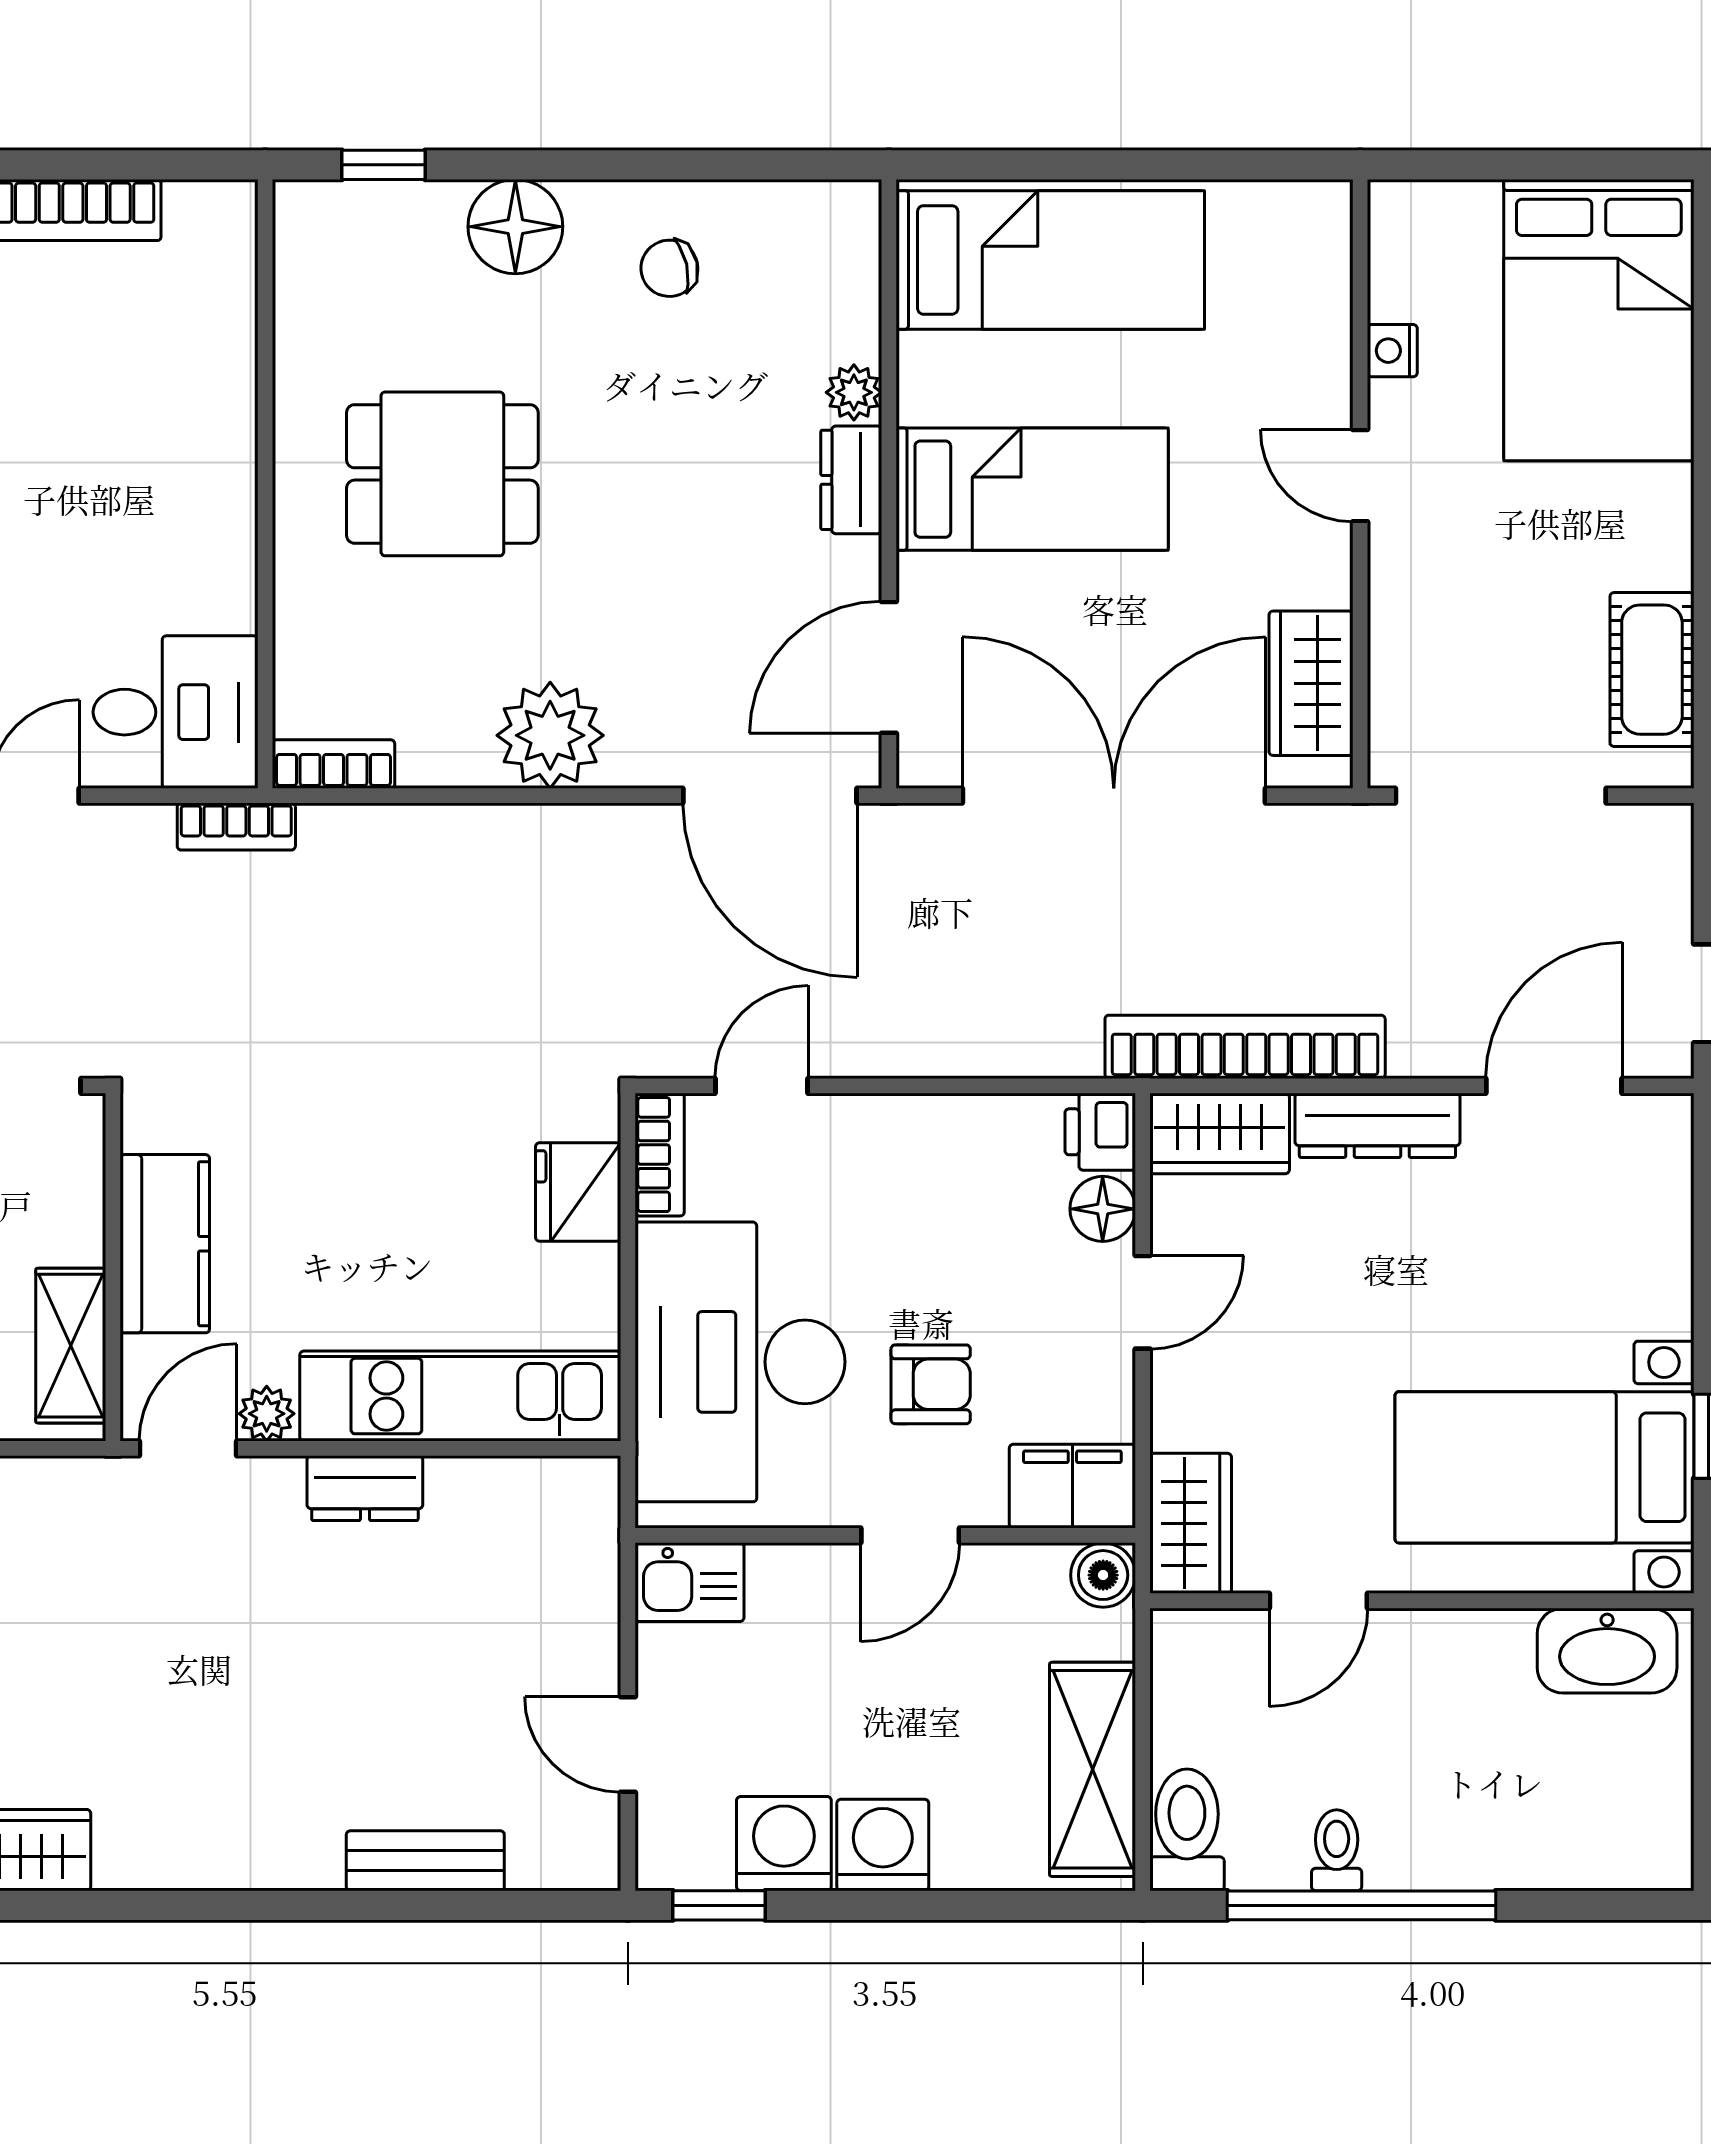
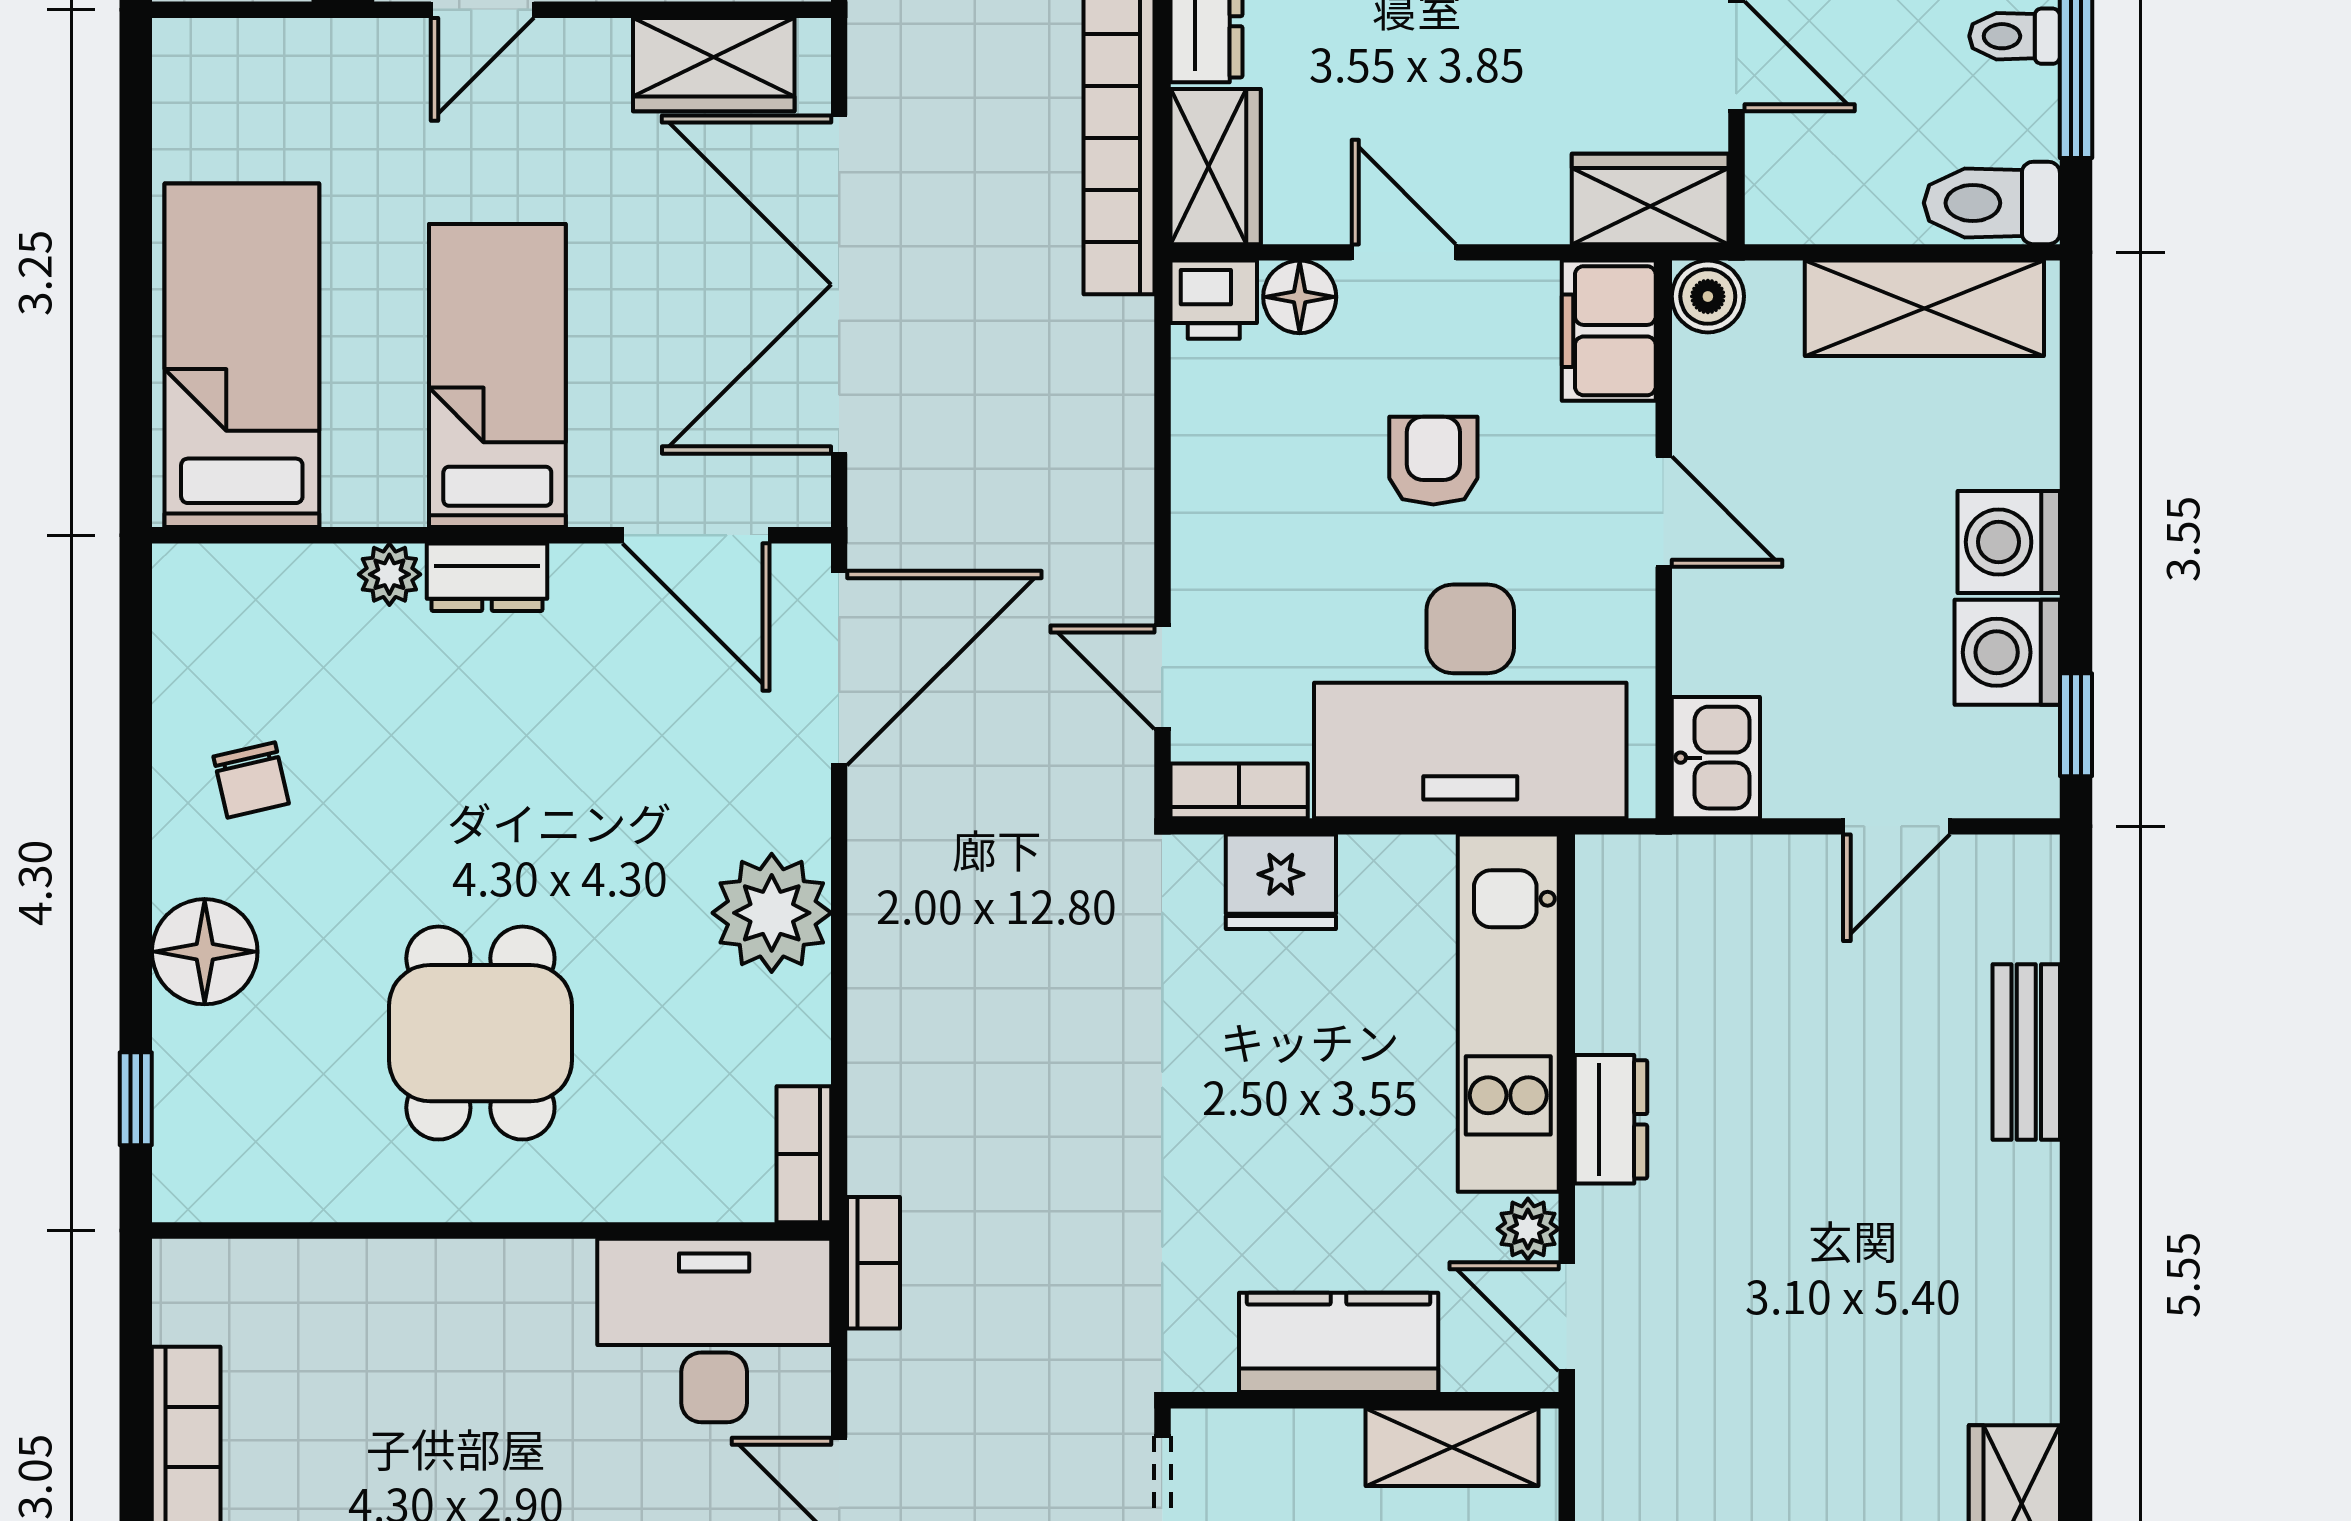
desk: (176, 712) -> (714, 1330), width x1.37
armchair: (931, 1384) -> (1433, 461), moved

